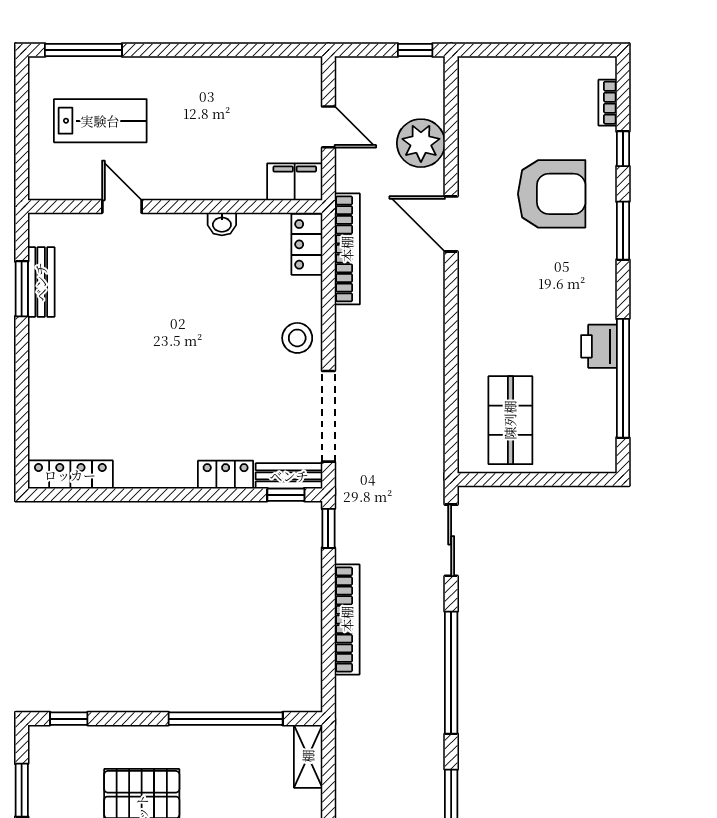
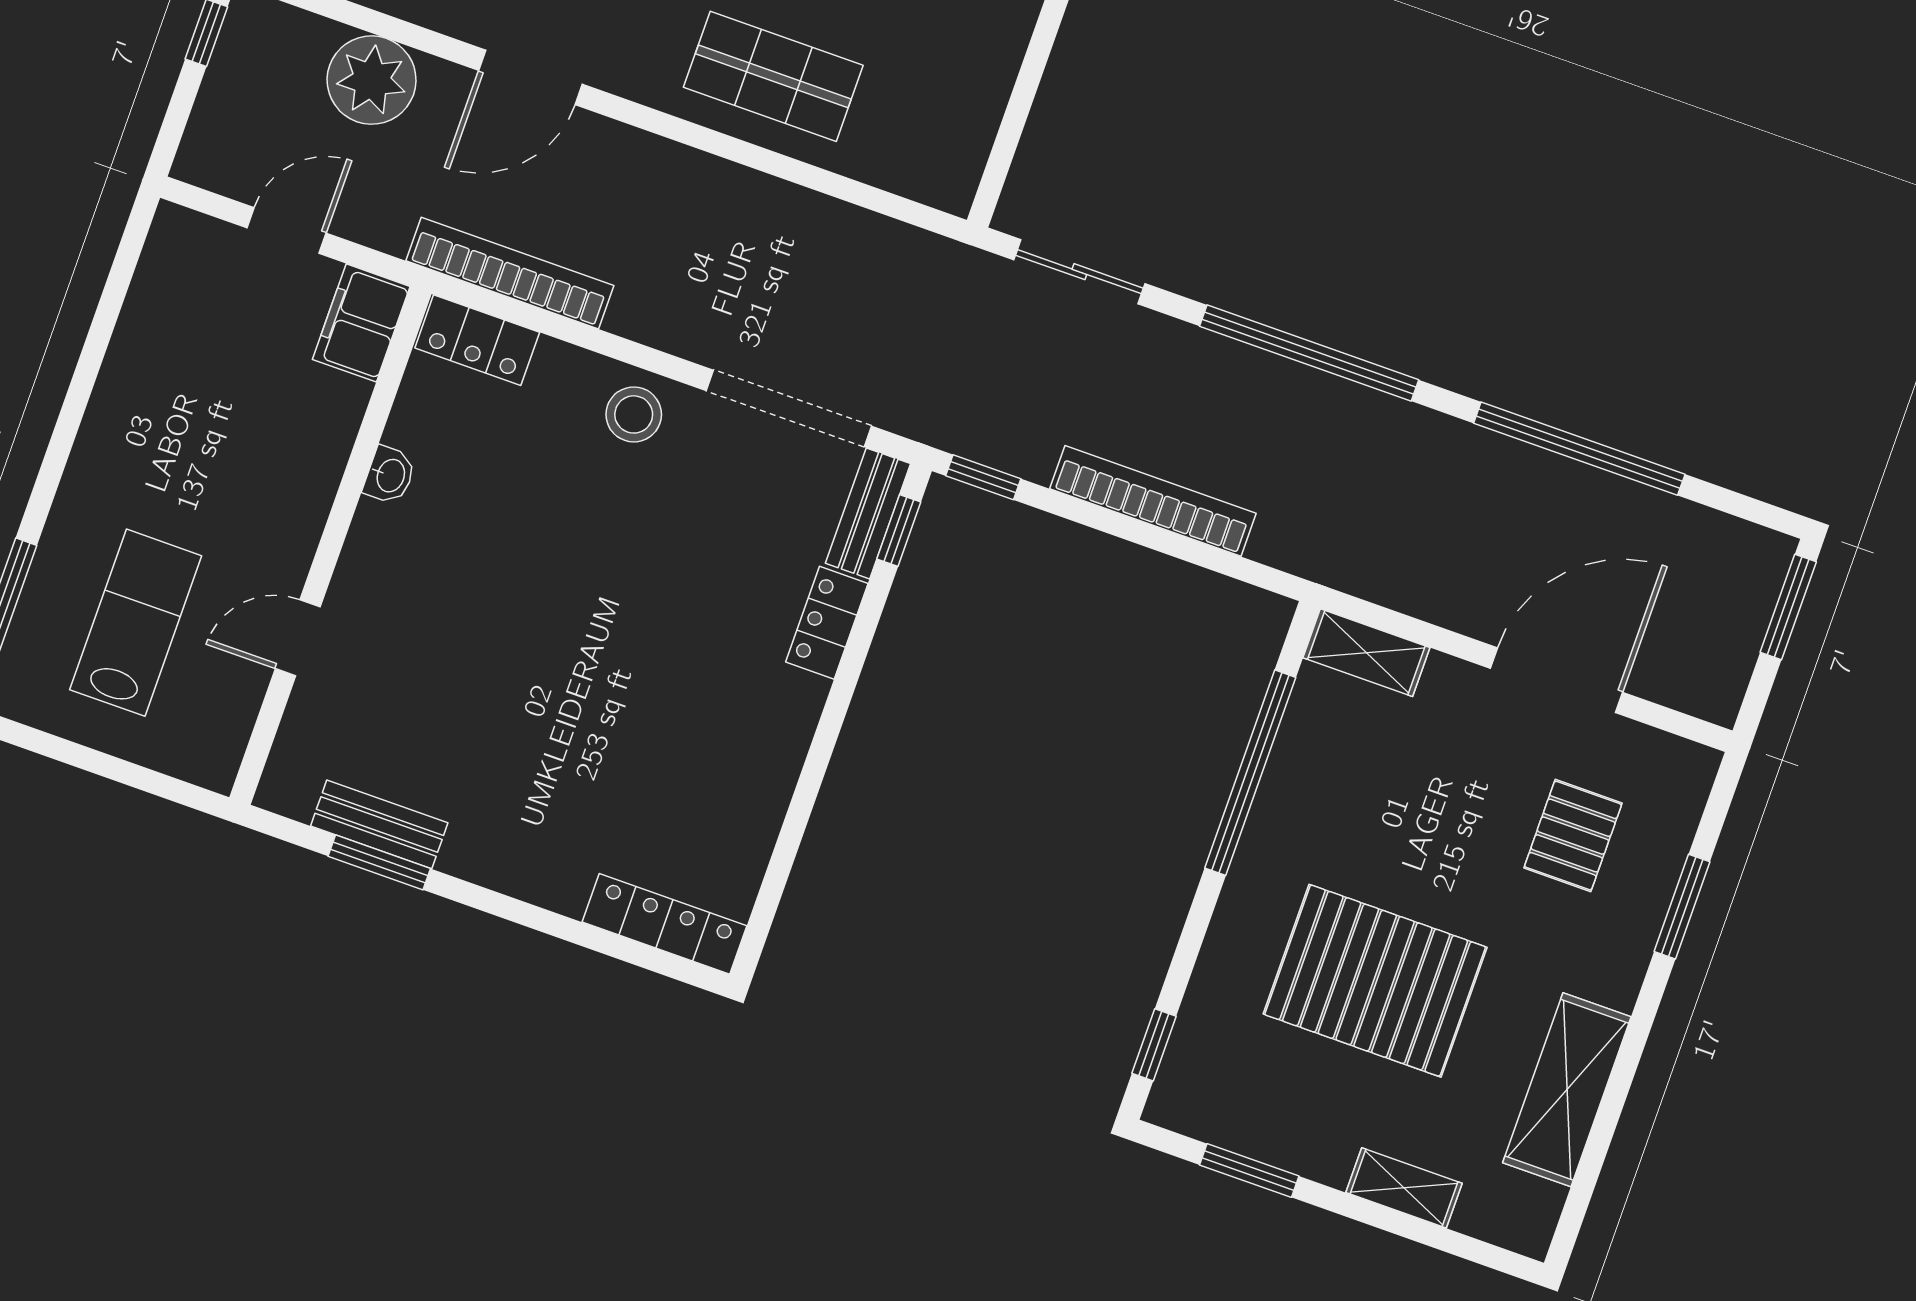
shop shelf: (510, 420) -> (773, 76), moved
locker: (70, 475) -> (664, 924), moved, turned 90

